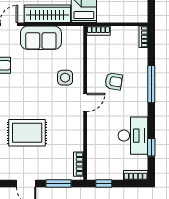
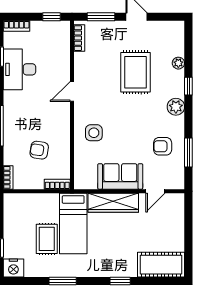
armchair: (114, 81) -> (39, 150), moved
door: (85, 103) -> (72, 92), moved
rug: (27, 133) -> (135, 72), turned 90

